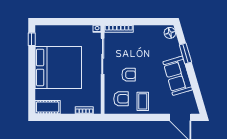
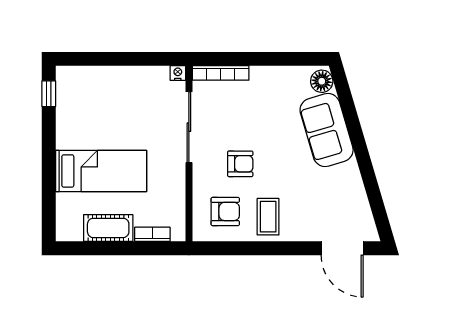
window: (185, 53) -> (352, 122), removed
bed: (58, 67) -> (101, 171), width x0.49
sofa: (178, 76) -> (327, 130), moved
cot: (48, 107) -> (108, 228), moved

